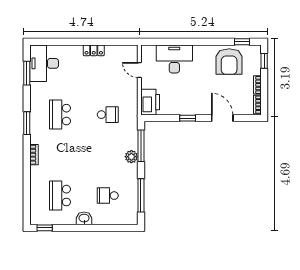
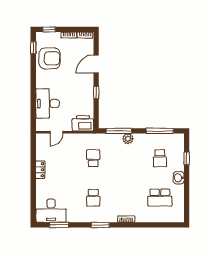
school desk: (60, 115) -> (93, 198), width x0.54
window: (45, 228) -> (187, 158), moved

